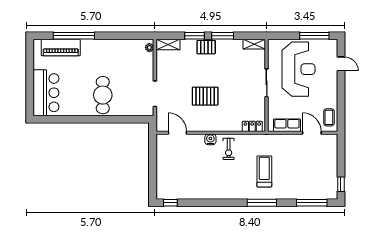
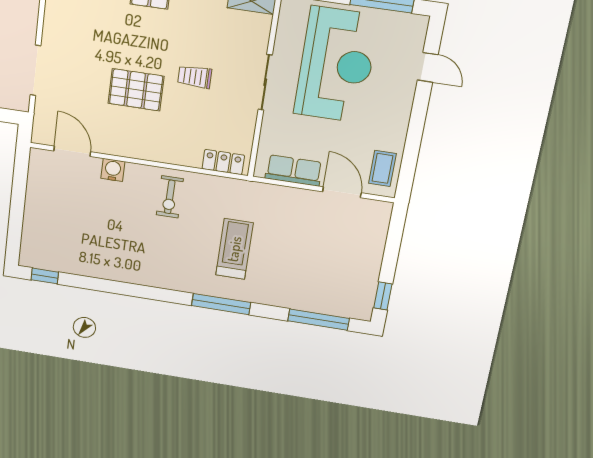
trolley: (233, 85) -> (195, 77), added
water cooler: (210, 139) -> (113, 170), moved

